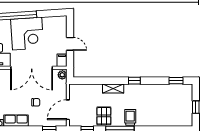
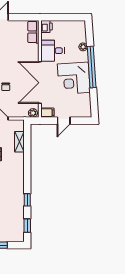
window: (134, 81) -> (27, 200), moved
shelving: (113, 88) -> (19, 142), moved

